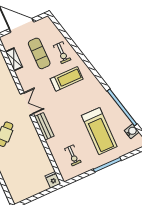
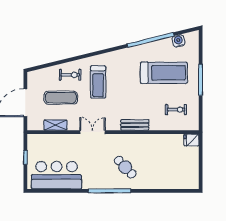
treadmill: (67, 79) -> (98, 82), turned 180
double door: (27, 104) -> (93, 132), moved

